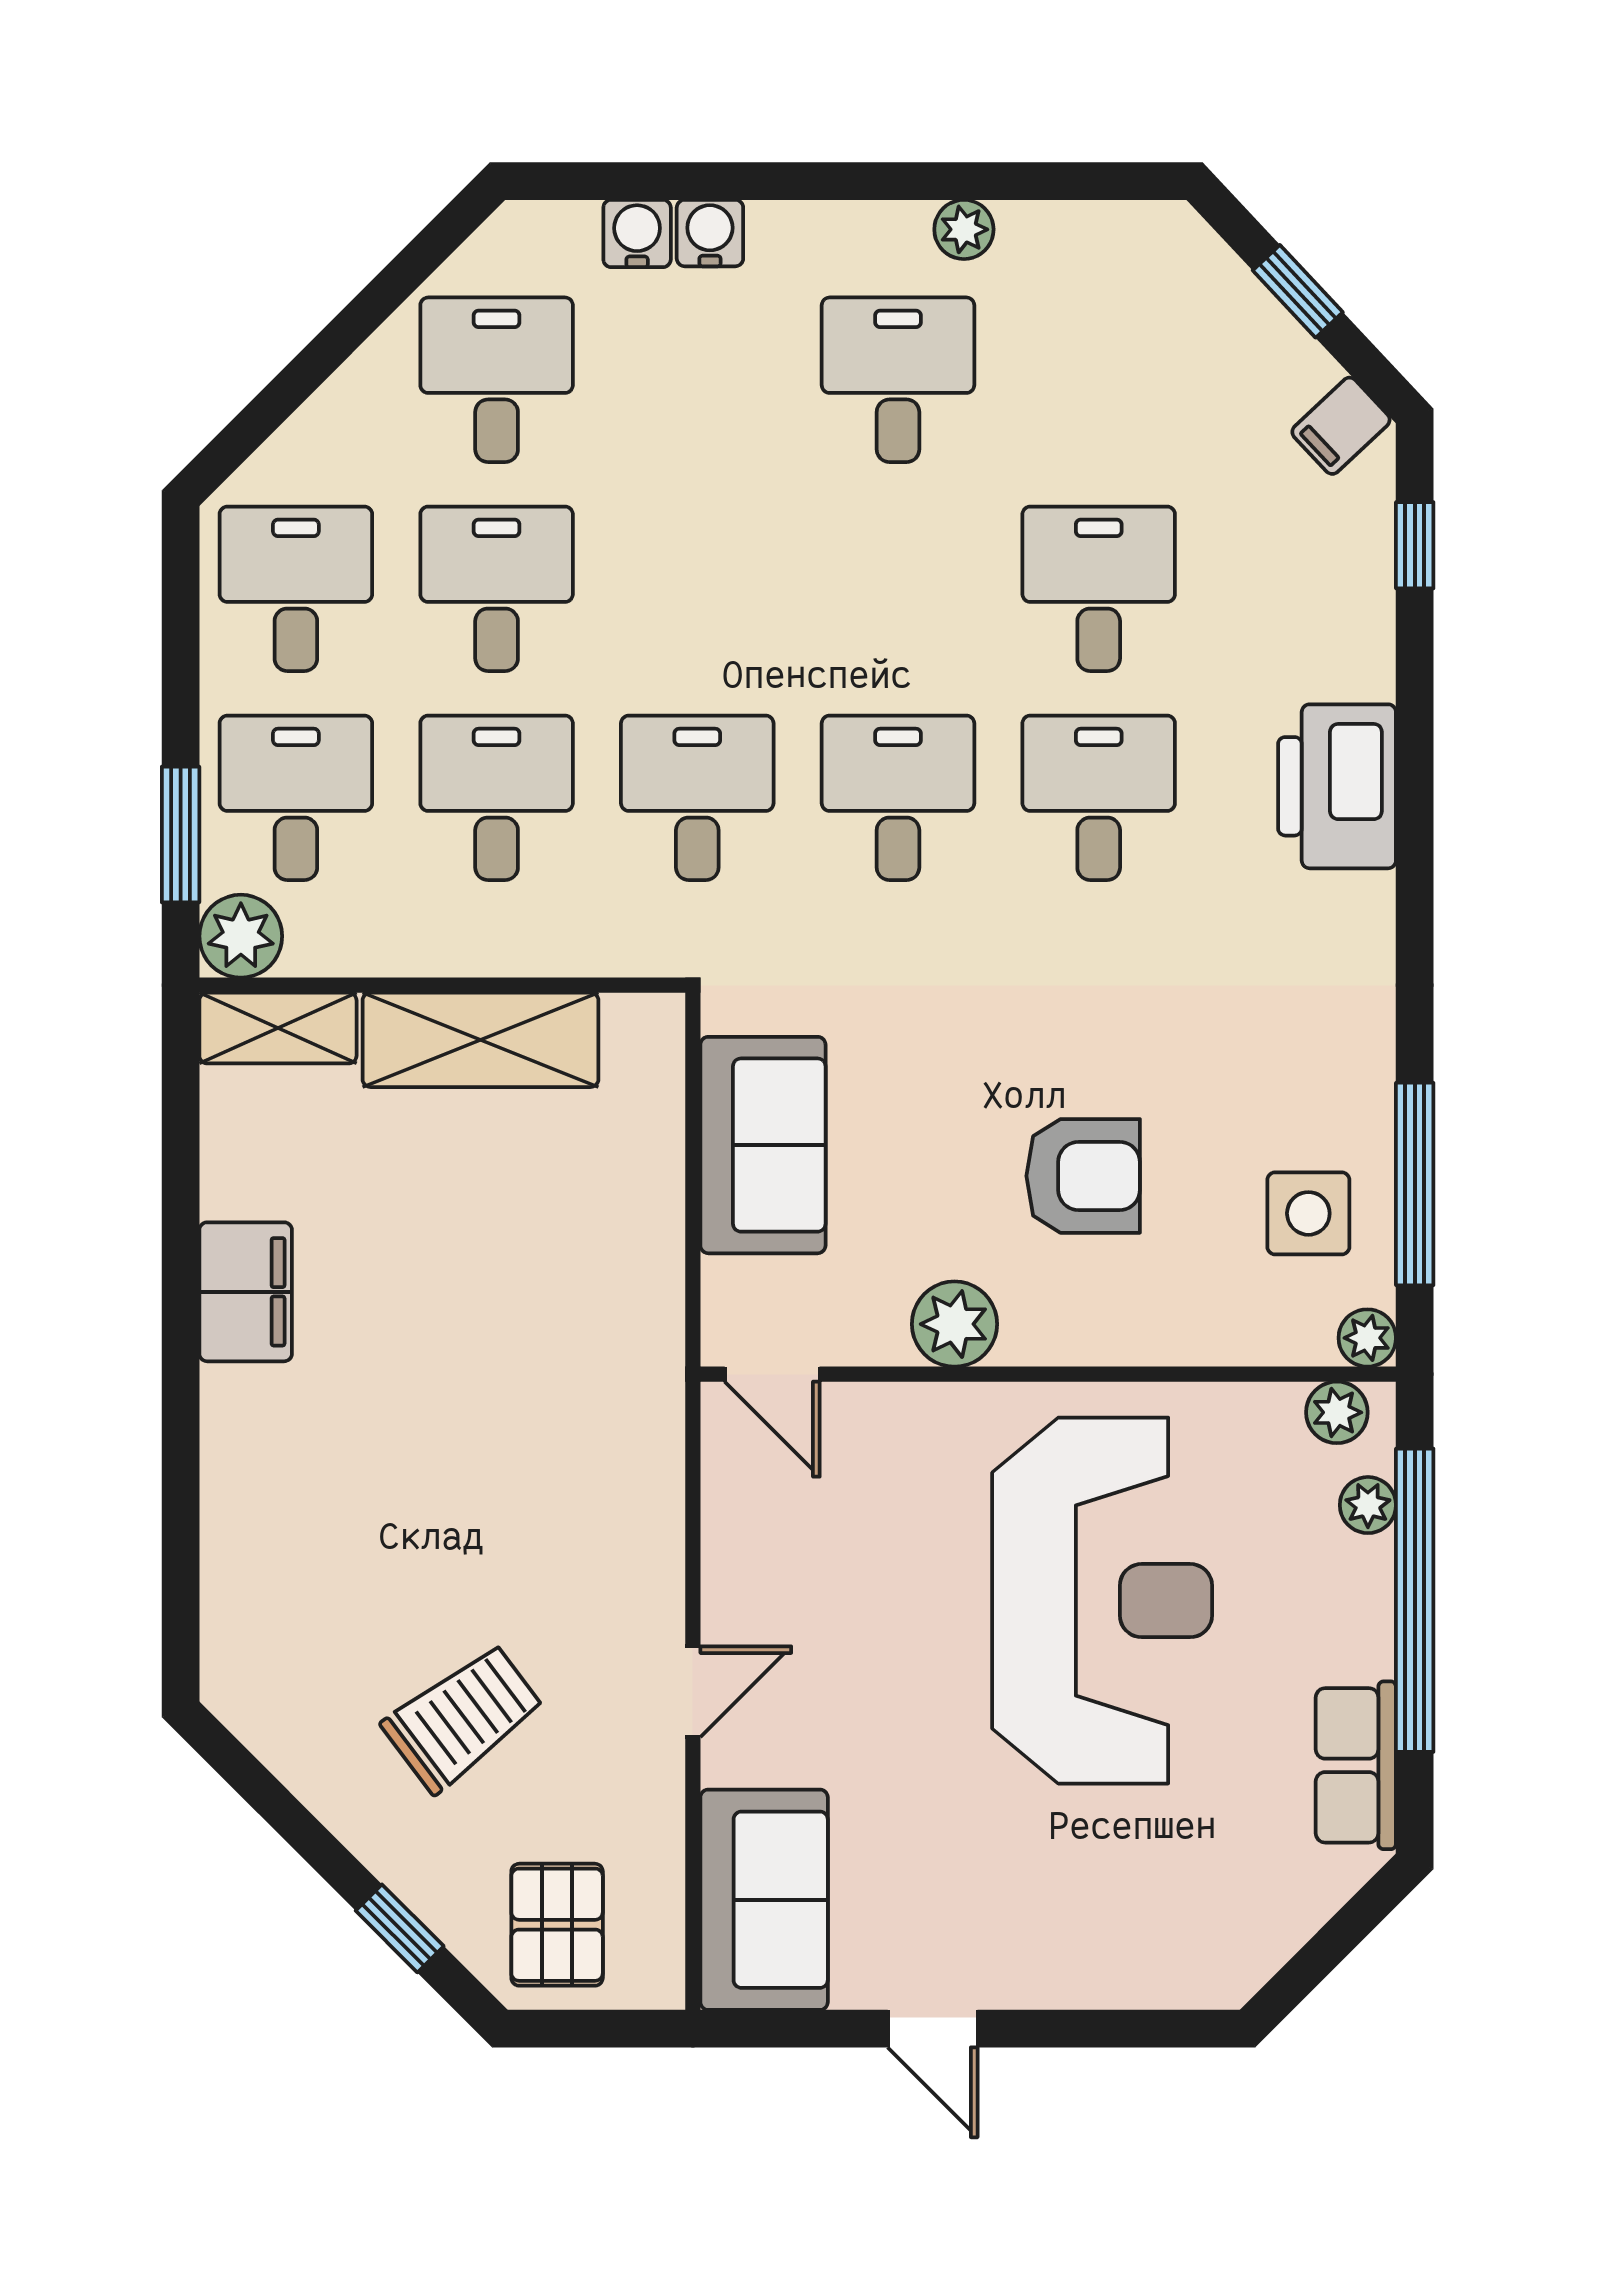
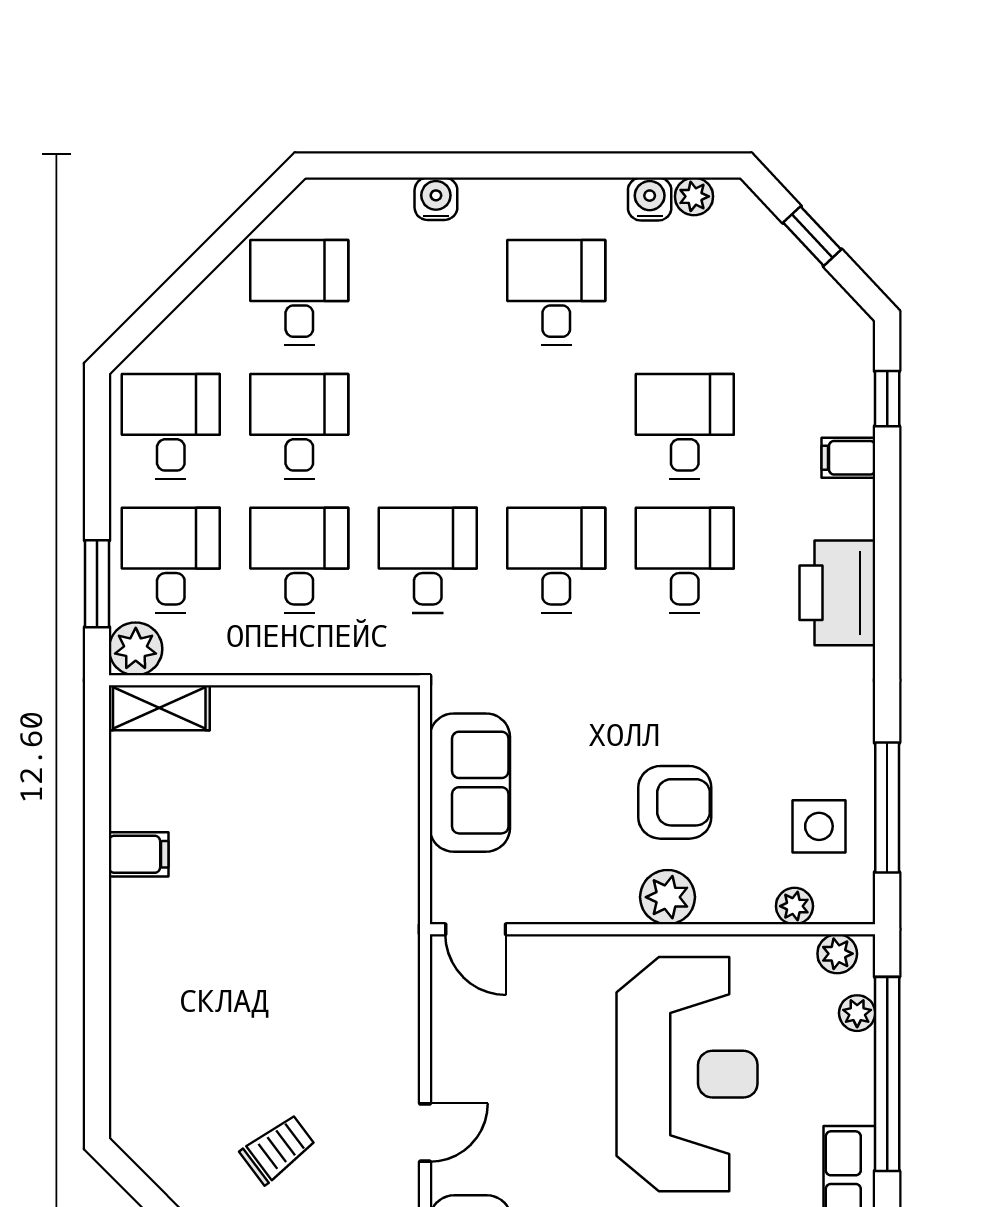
plant: (964, 229) -> (694, 196), moved
water cooler: (637, 234) -> (650, 199), moved
filing cabinet: (1341, 426) -> (848, 458), moved, turned 43
printer: (1337, 786) -> (837, 593), moved
shelving: (480, 1040) -> (289, 715), removed
filing cabinet: (246, 1292) -> (139, 854), width x0.50
plant: (954, 1324) -> (668, 897), moved
plant: (1367, 1338) -> (794, 906), moved
trolley: (463, 1718) -> (278, 1149), width x0.73, depth x0.72

